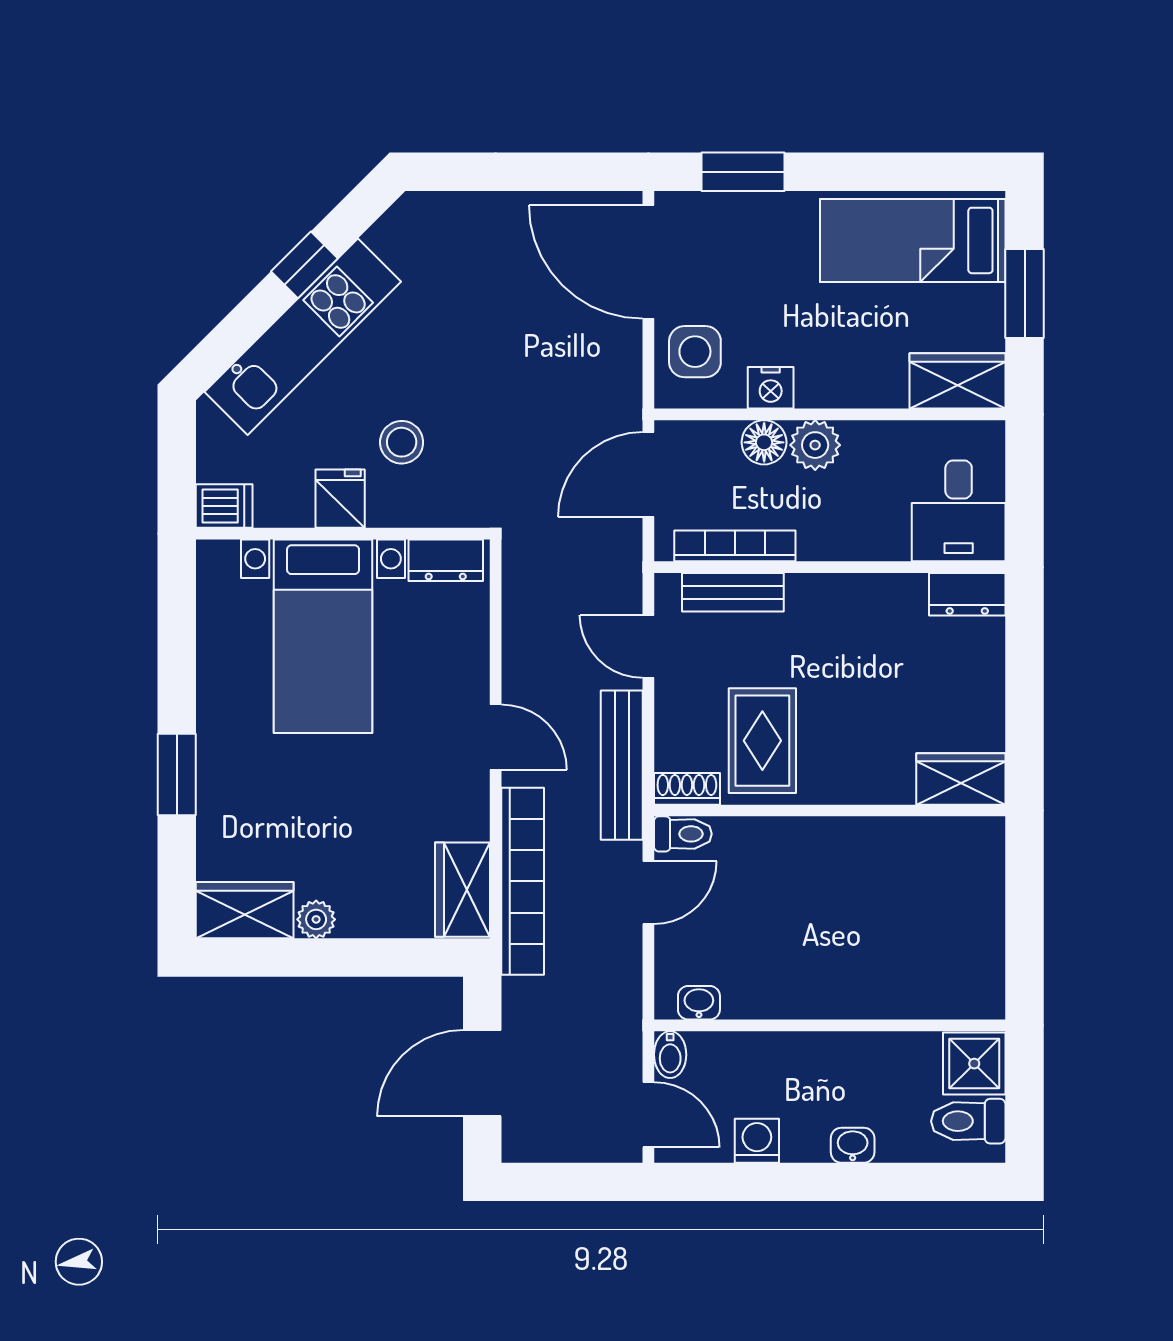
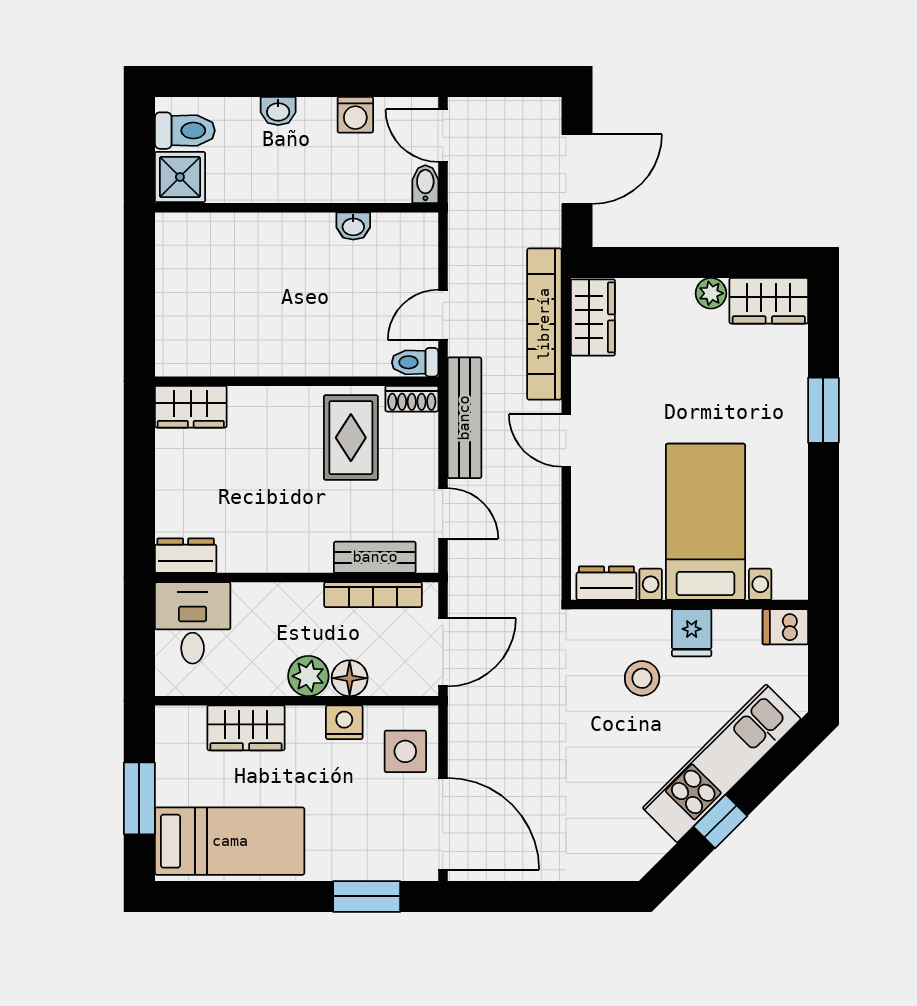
wardrobe: (958, 381) -> (246, 728), moved
washbasin: (699, 1003) -> (353, 226), moved

